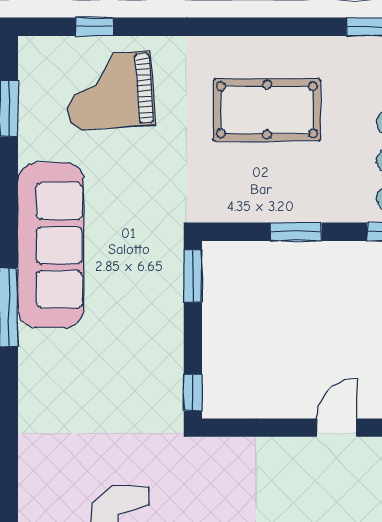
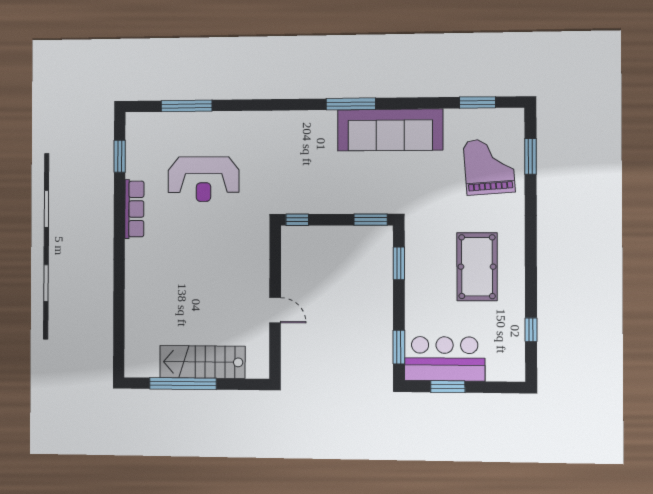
window: (94, 27) -> (530, 156), width x1.50
window: (296, 232) -> (399, 263), moved

